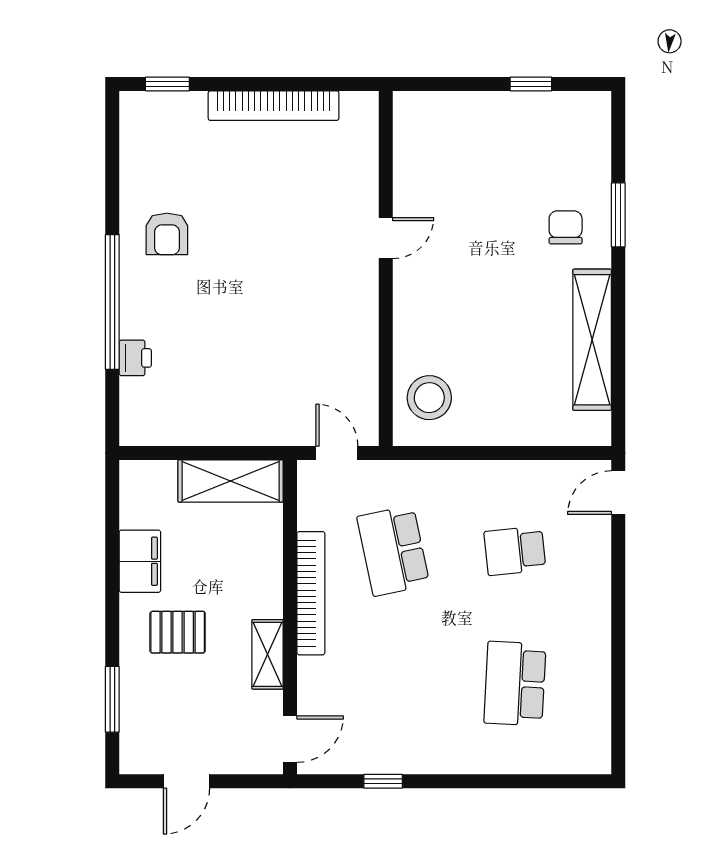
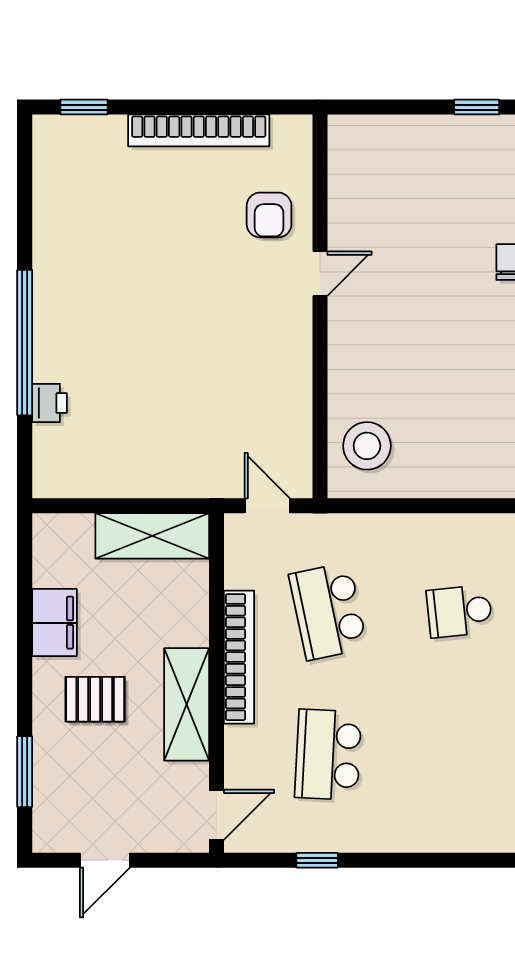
armchair: (167, 234) -> (269, 215), moved
shelving: (268, 654) -> (187, 704), width x1.50, depth x1.33
school desk: (515, 684) -> (328, 755), moved

